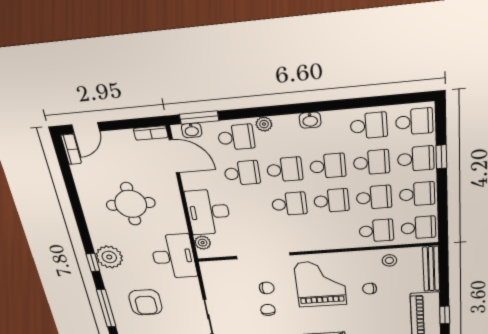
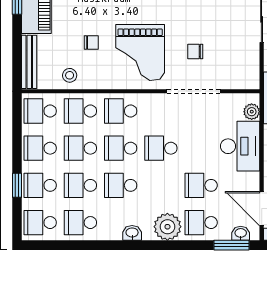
plant: (264, 124) -> (167, 227), width x1.87, depth x1.87
school desk: (285, 170) -> (121, 111), moved
chair: (268, 310) -> (198, 23), removed

